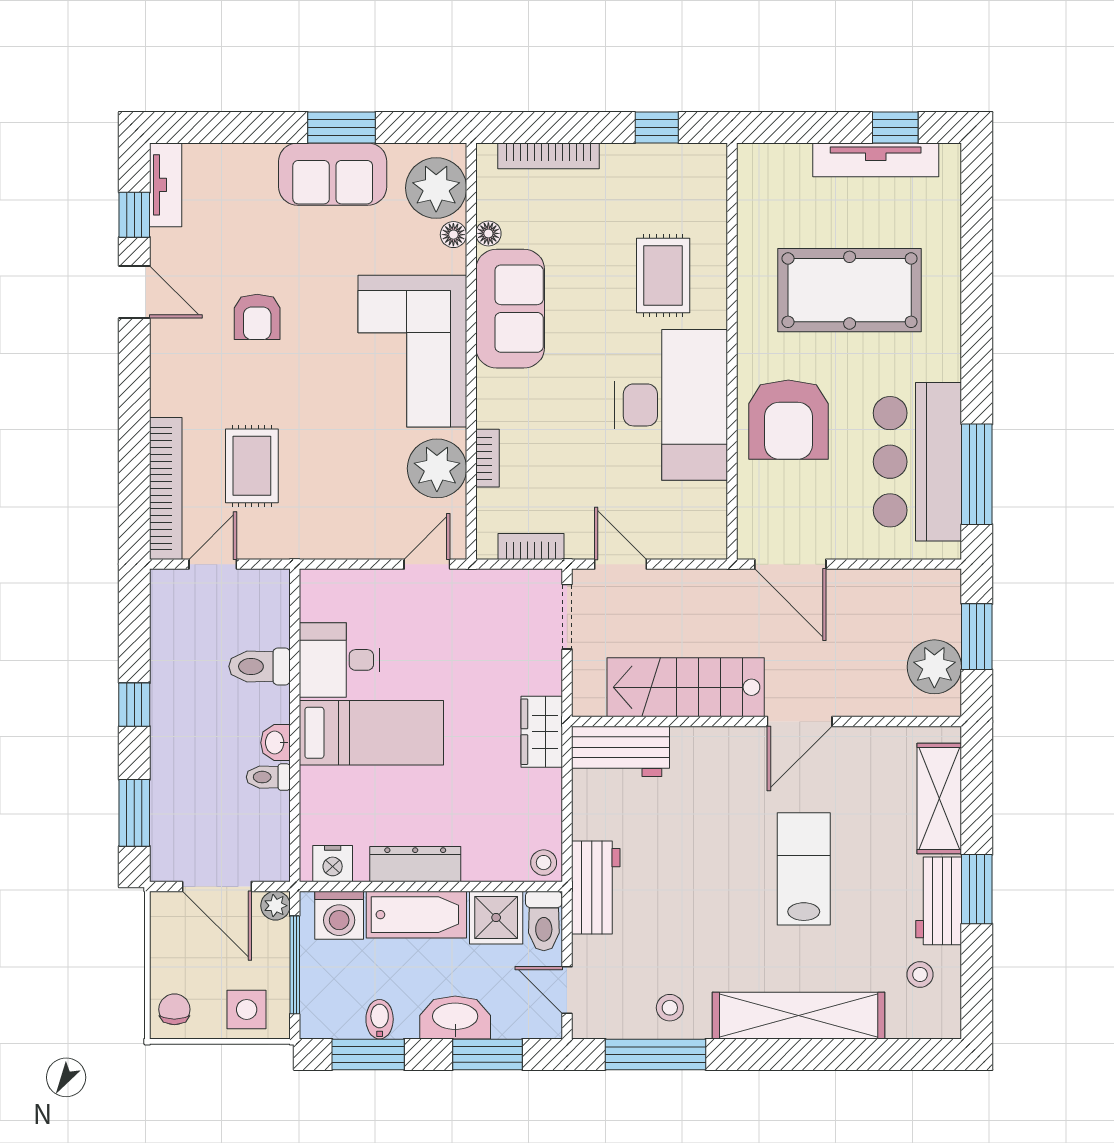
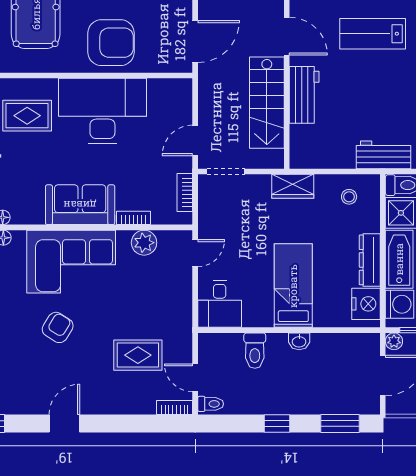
door: (134, 292) -> (64, 424), moved
sofa: (510, 309) -> (80, 205), moved
armchair: (257, 317) -> (58, 327), moved, turned -58
plant: (437, 468) -> (144, 243), width x0.73, depth x0.73
bookcase: (166, 488) -> (175, 407), width x0.43, depth x0.76
door: (427, 564) -> (195, 253), swing flipped
desk: (340, 660) -> (220, 304), moved
workbench: (621, 751) -> (304, 95), moved
toilet: (268, 777) -> (211, 404), moved, turned -90
stool: (544, 863) -> (349, 197), moved
nightstand: (333, 864) -> (366, 304), width x1.36, depth x1.33

